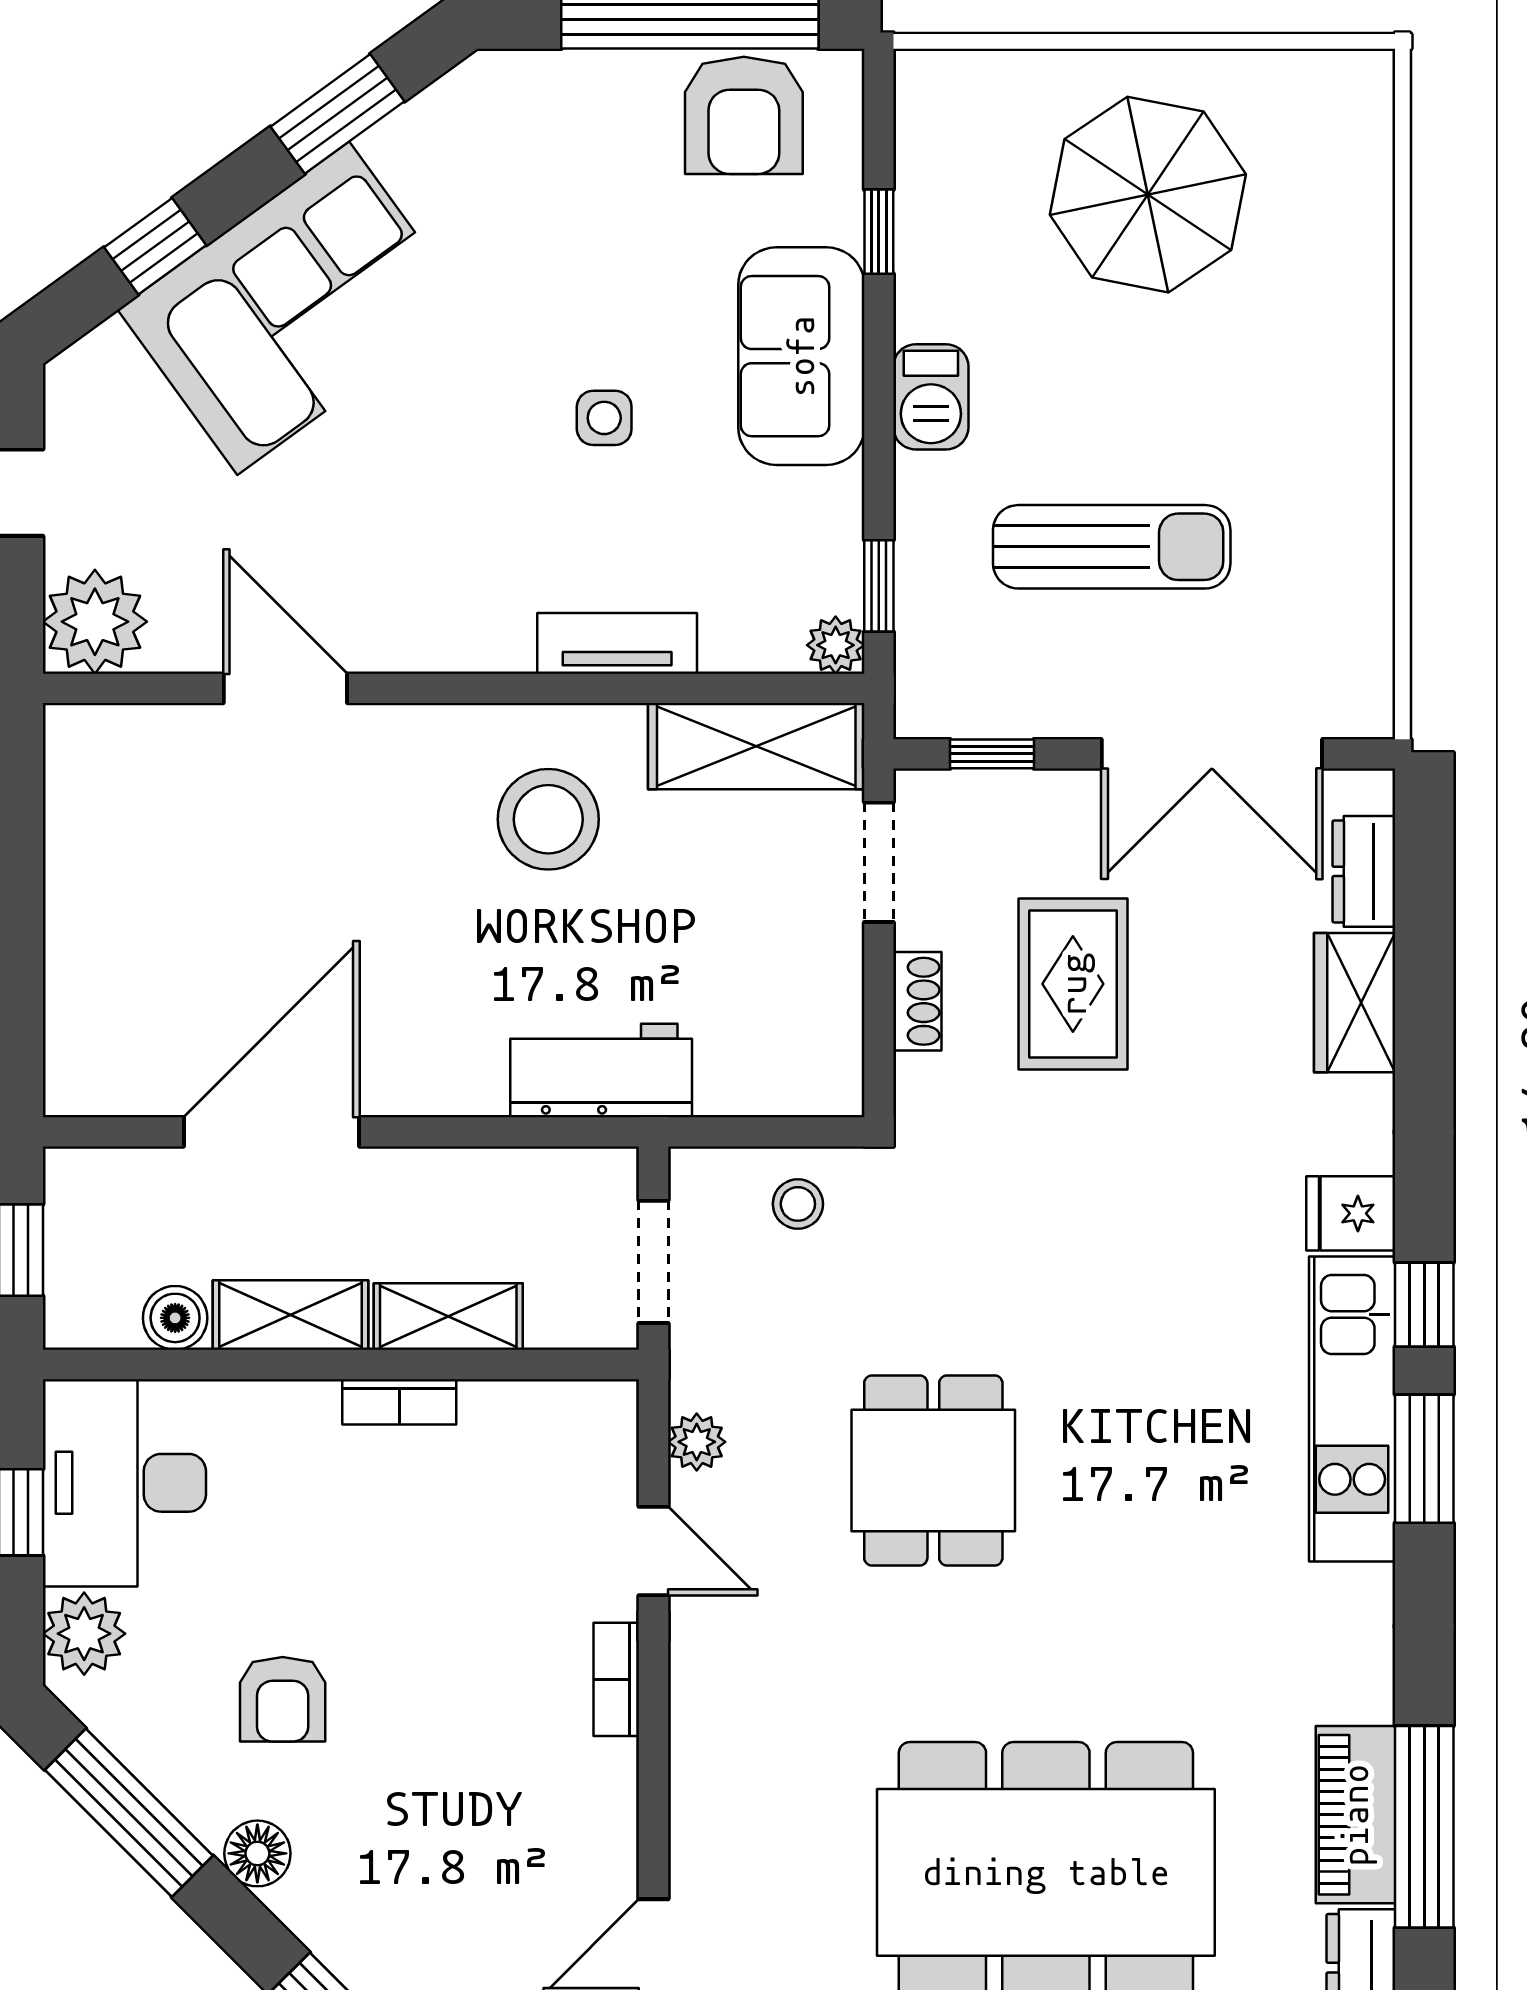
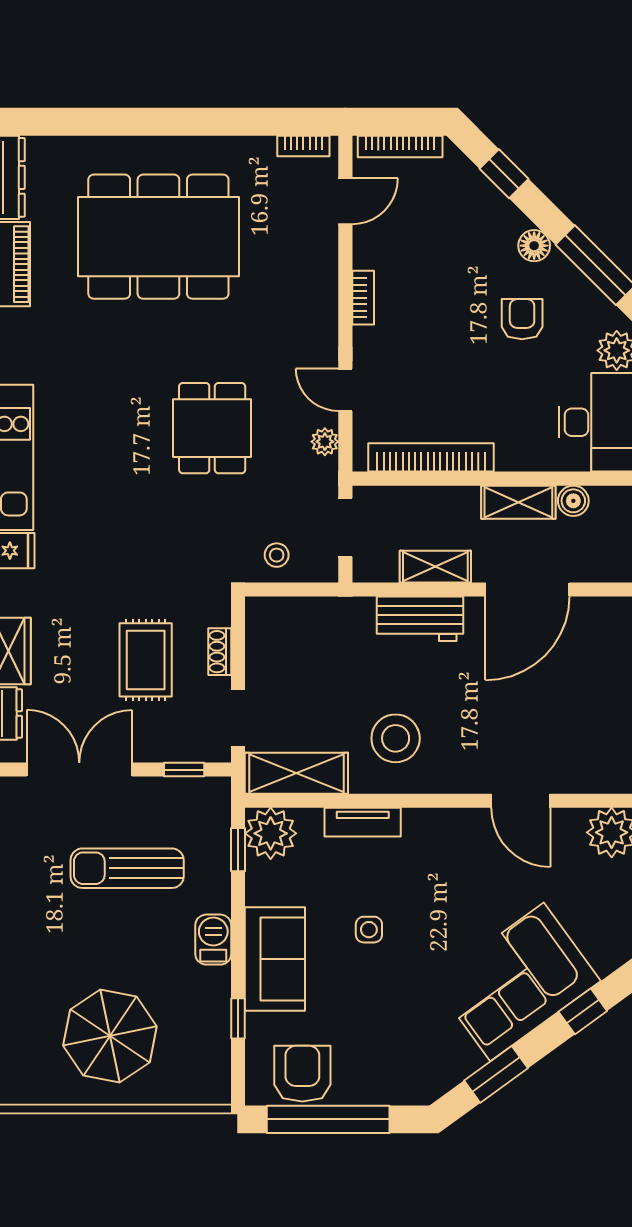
plant: (836, 645) -> (271, 833), width x1.88, depth x1.88
workbench: (601, 1070) -> (420, 619), moved
shelving: (448, 1317) -> (435, 567), moved
bookcase: (399, 1402) -> (431, 457), width x2.31, depth x1.31
bookcase: (616, 1679) -> (363, 298), moved

